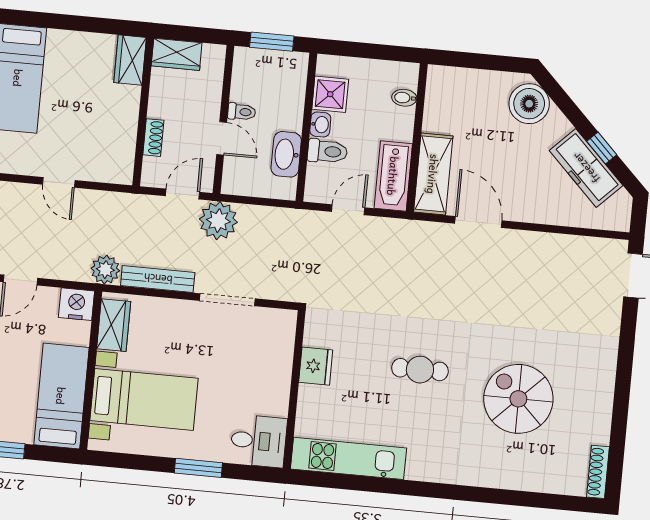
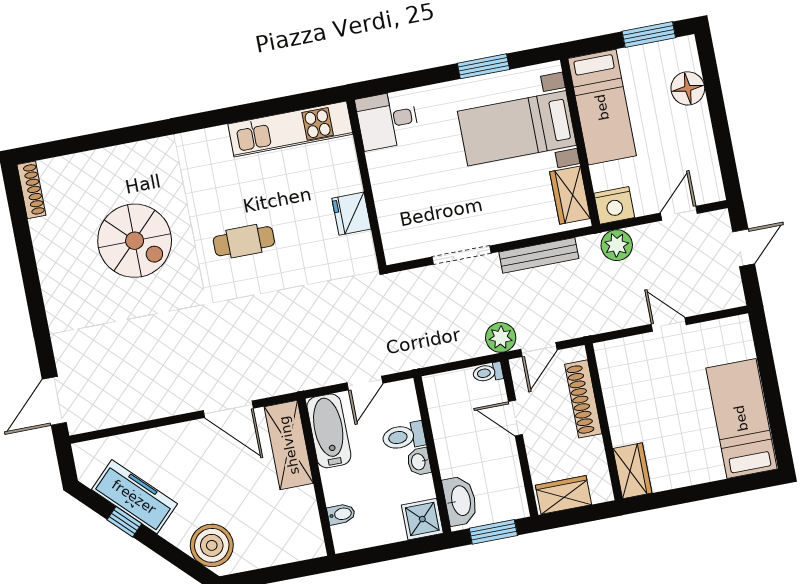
wardrobe: (177, 54) -> (563, 495), moved
shower: (330, 94) -> (422, 519), moved
toilet: (242, 112) -> (488, 373), moved
shoe rack: (153, 138) -> (583, 399), width x1.94, depth x1.24
washbasin: (286, 154) -> (460, 501), moved
plant: (218, 221) -> (501, 337), width x0.73, depth x0.73
plant: (105, 270) -> (617, 245), moved
window: (198, 468) -> (483, 66), moved

